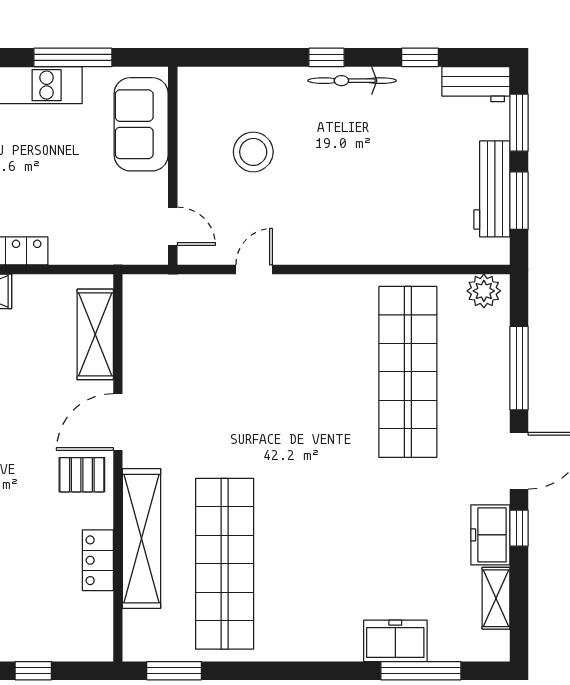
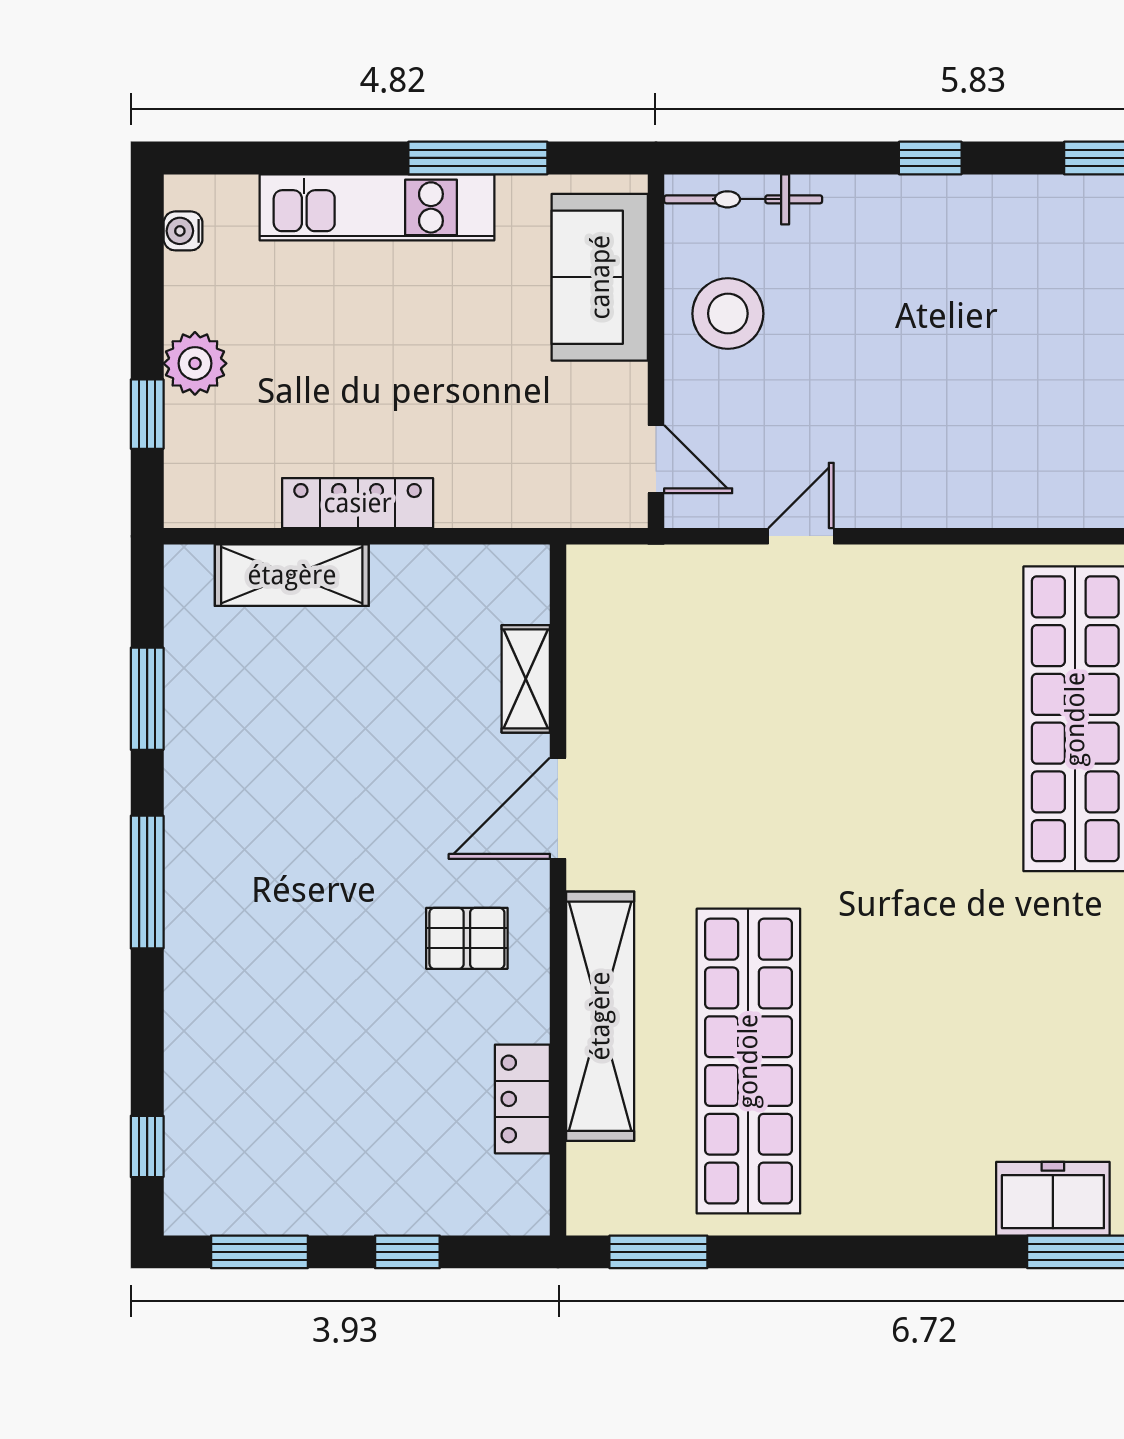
bicycle: (352, 81) -> (743, 199), moved
stool: (253, 152) -> (728, 314), moved
shelving: (95, 334) -> (526, 679), width x0.67, depth x0.75
pallet: (82, 475) -> (467, 938), moved
locker: (98, 560) -> (522, 1099), moved

